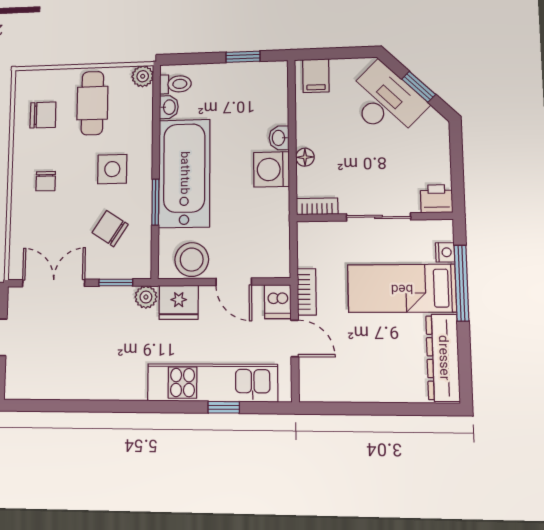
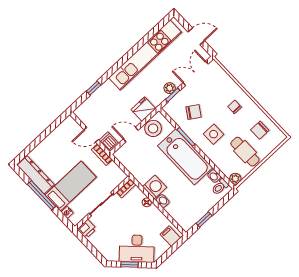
double door: (53, 283) -> (196, 73), swing flipped
window: (462, 283) -> (41, 195), moved
plant: (146, 297) -> (170, 88), moved
kitchen unit: (212, 383) -> (145, 55), moved, width x1.36

